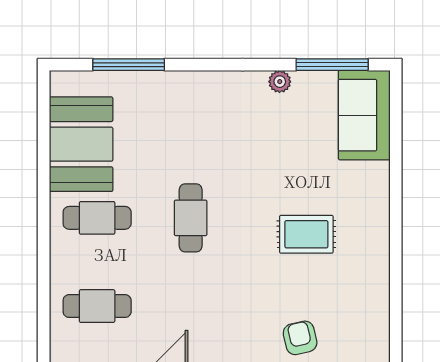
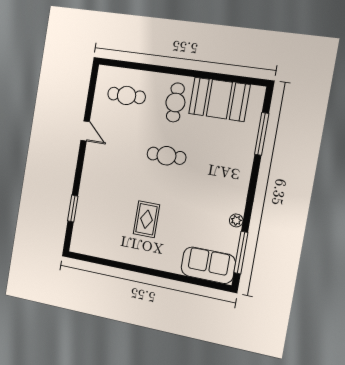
cafe table: (97, 306) -> (127, 95), turned 90
armchair: (300, 338) -> (91, 205), removed

